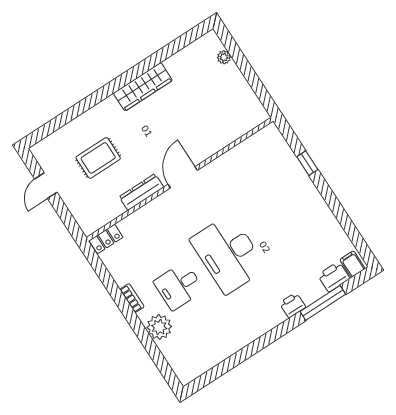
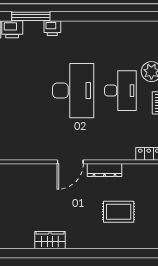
wardrobe: (143, 87) -> (50, 240), width x0.67
desk: (179, 286) -> (120, 91), width x1.37

